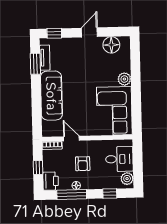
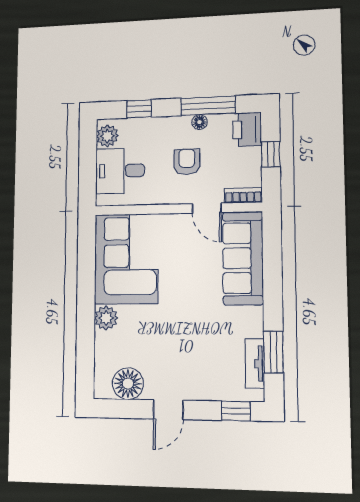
sofa: (51, 96) -> (243, 258), moved

